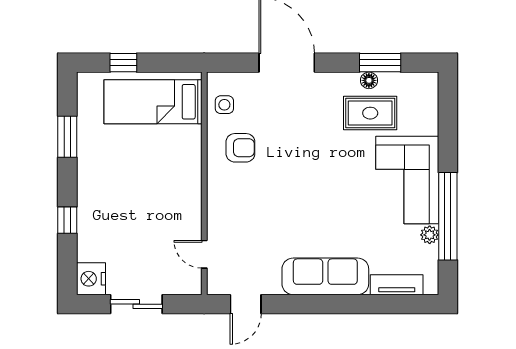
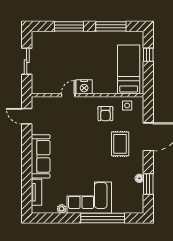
rug: (370, 113) -> (120, 144), moved
window: (67, 137) -> (111, 26), width x1.44
window: (448, 216) -> (103, 218), moved
window: (67, 220) -> (69, 26), width x2.17
door: (204, 254) -> (68, 95), moved
nightstand: (91, 279) -> (84, 87), moved, turned 180

